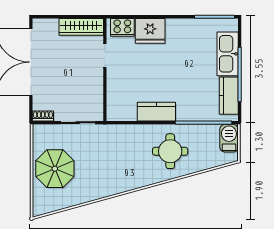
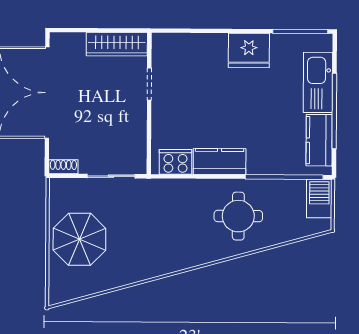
cooker: (122, 27) -> (176, 162), moved, turned 180
fridge: (150, 31) -> (249, 50), moved

